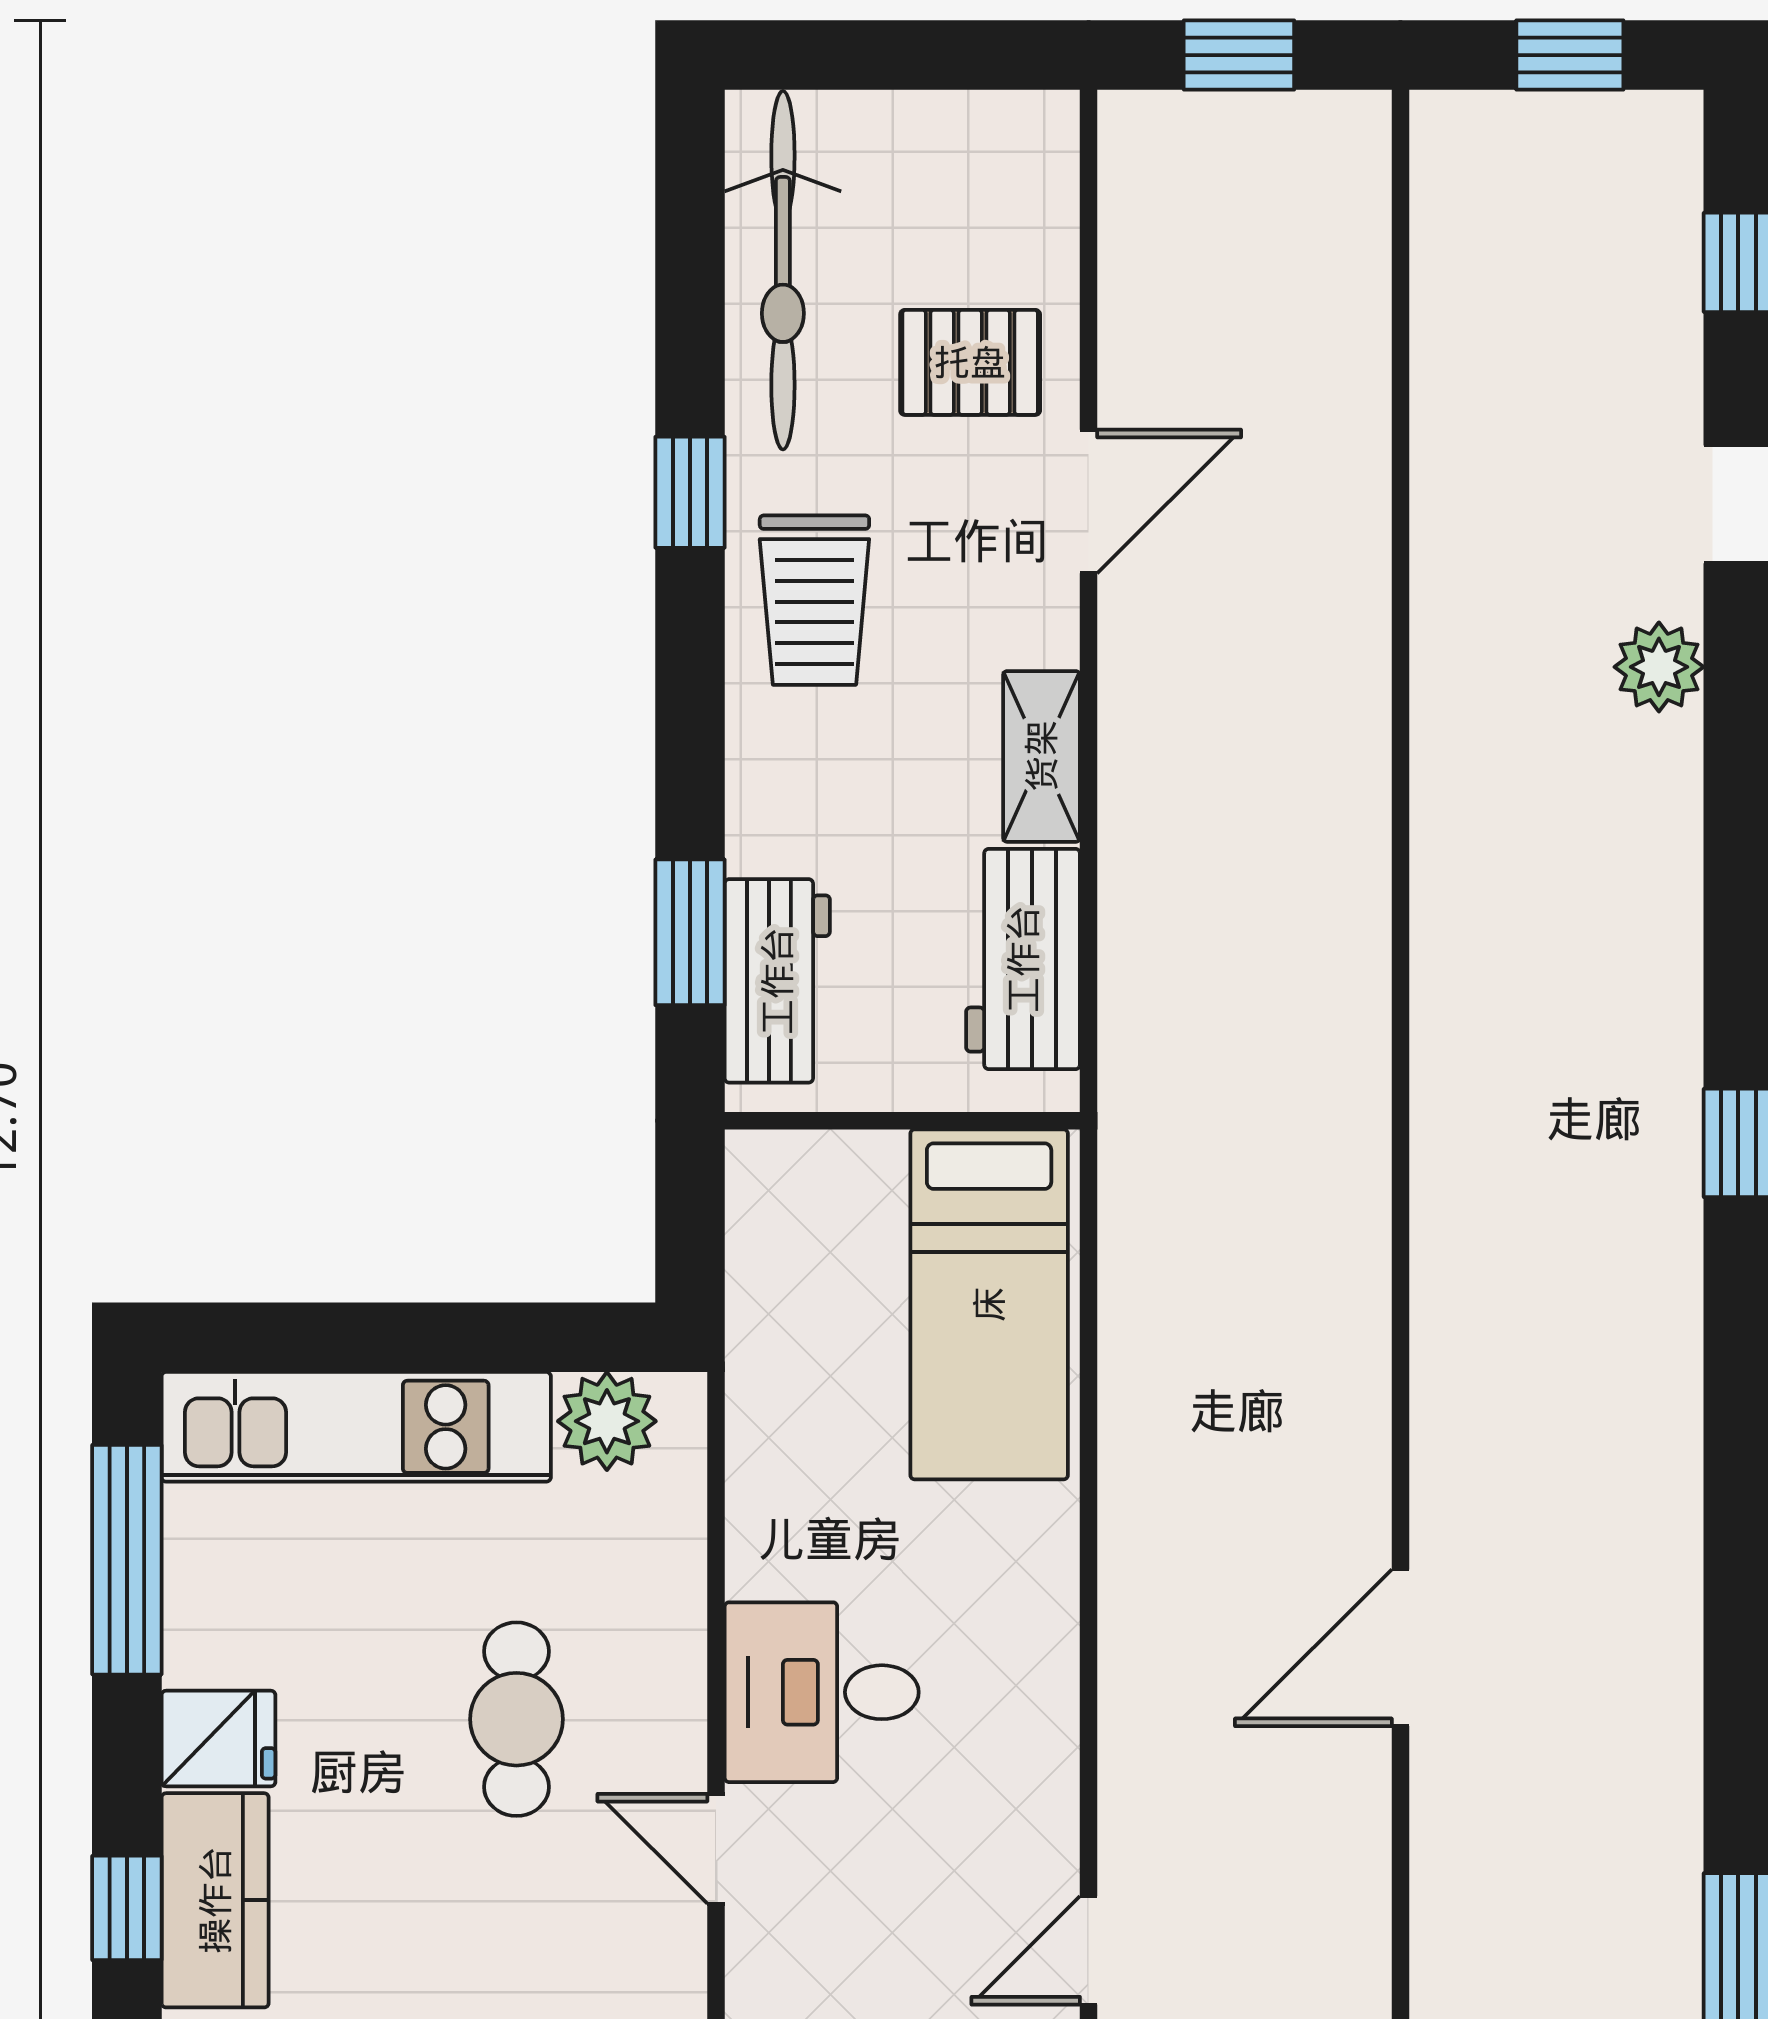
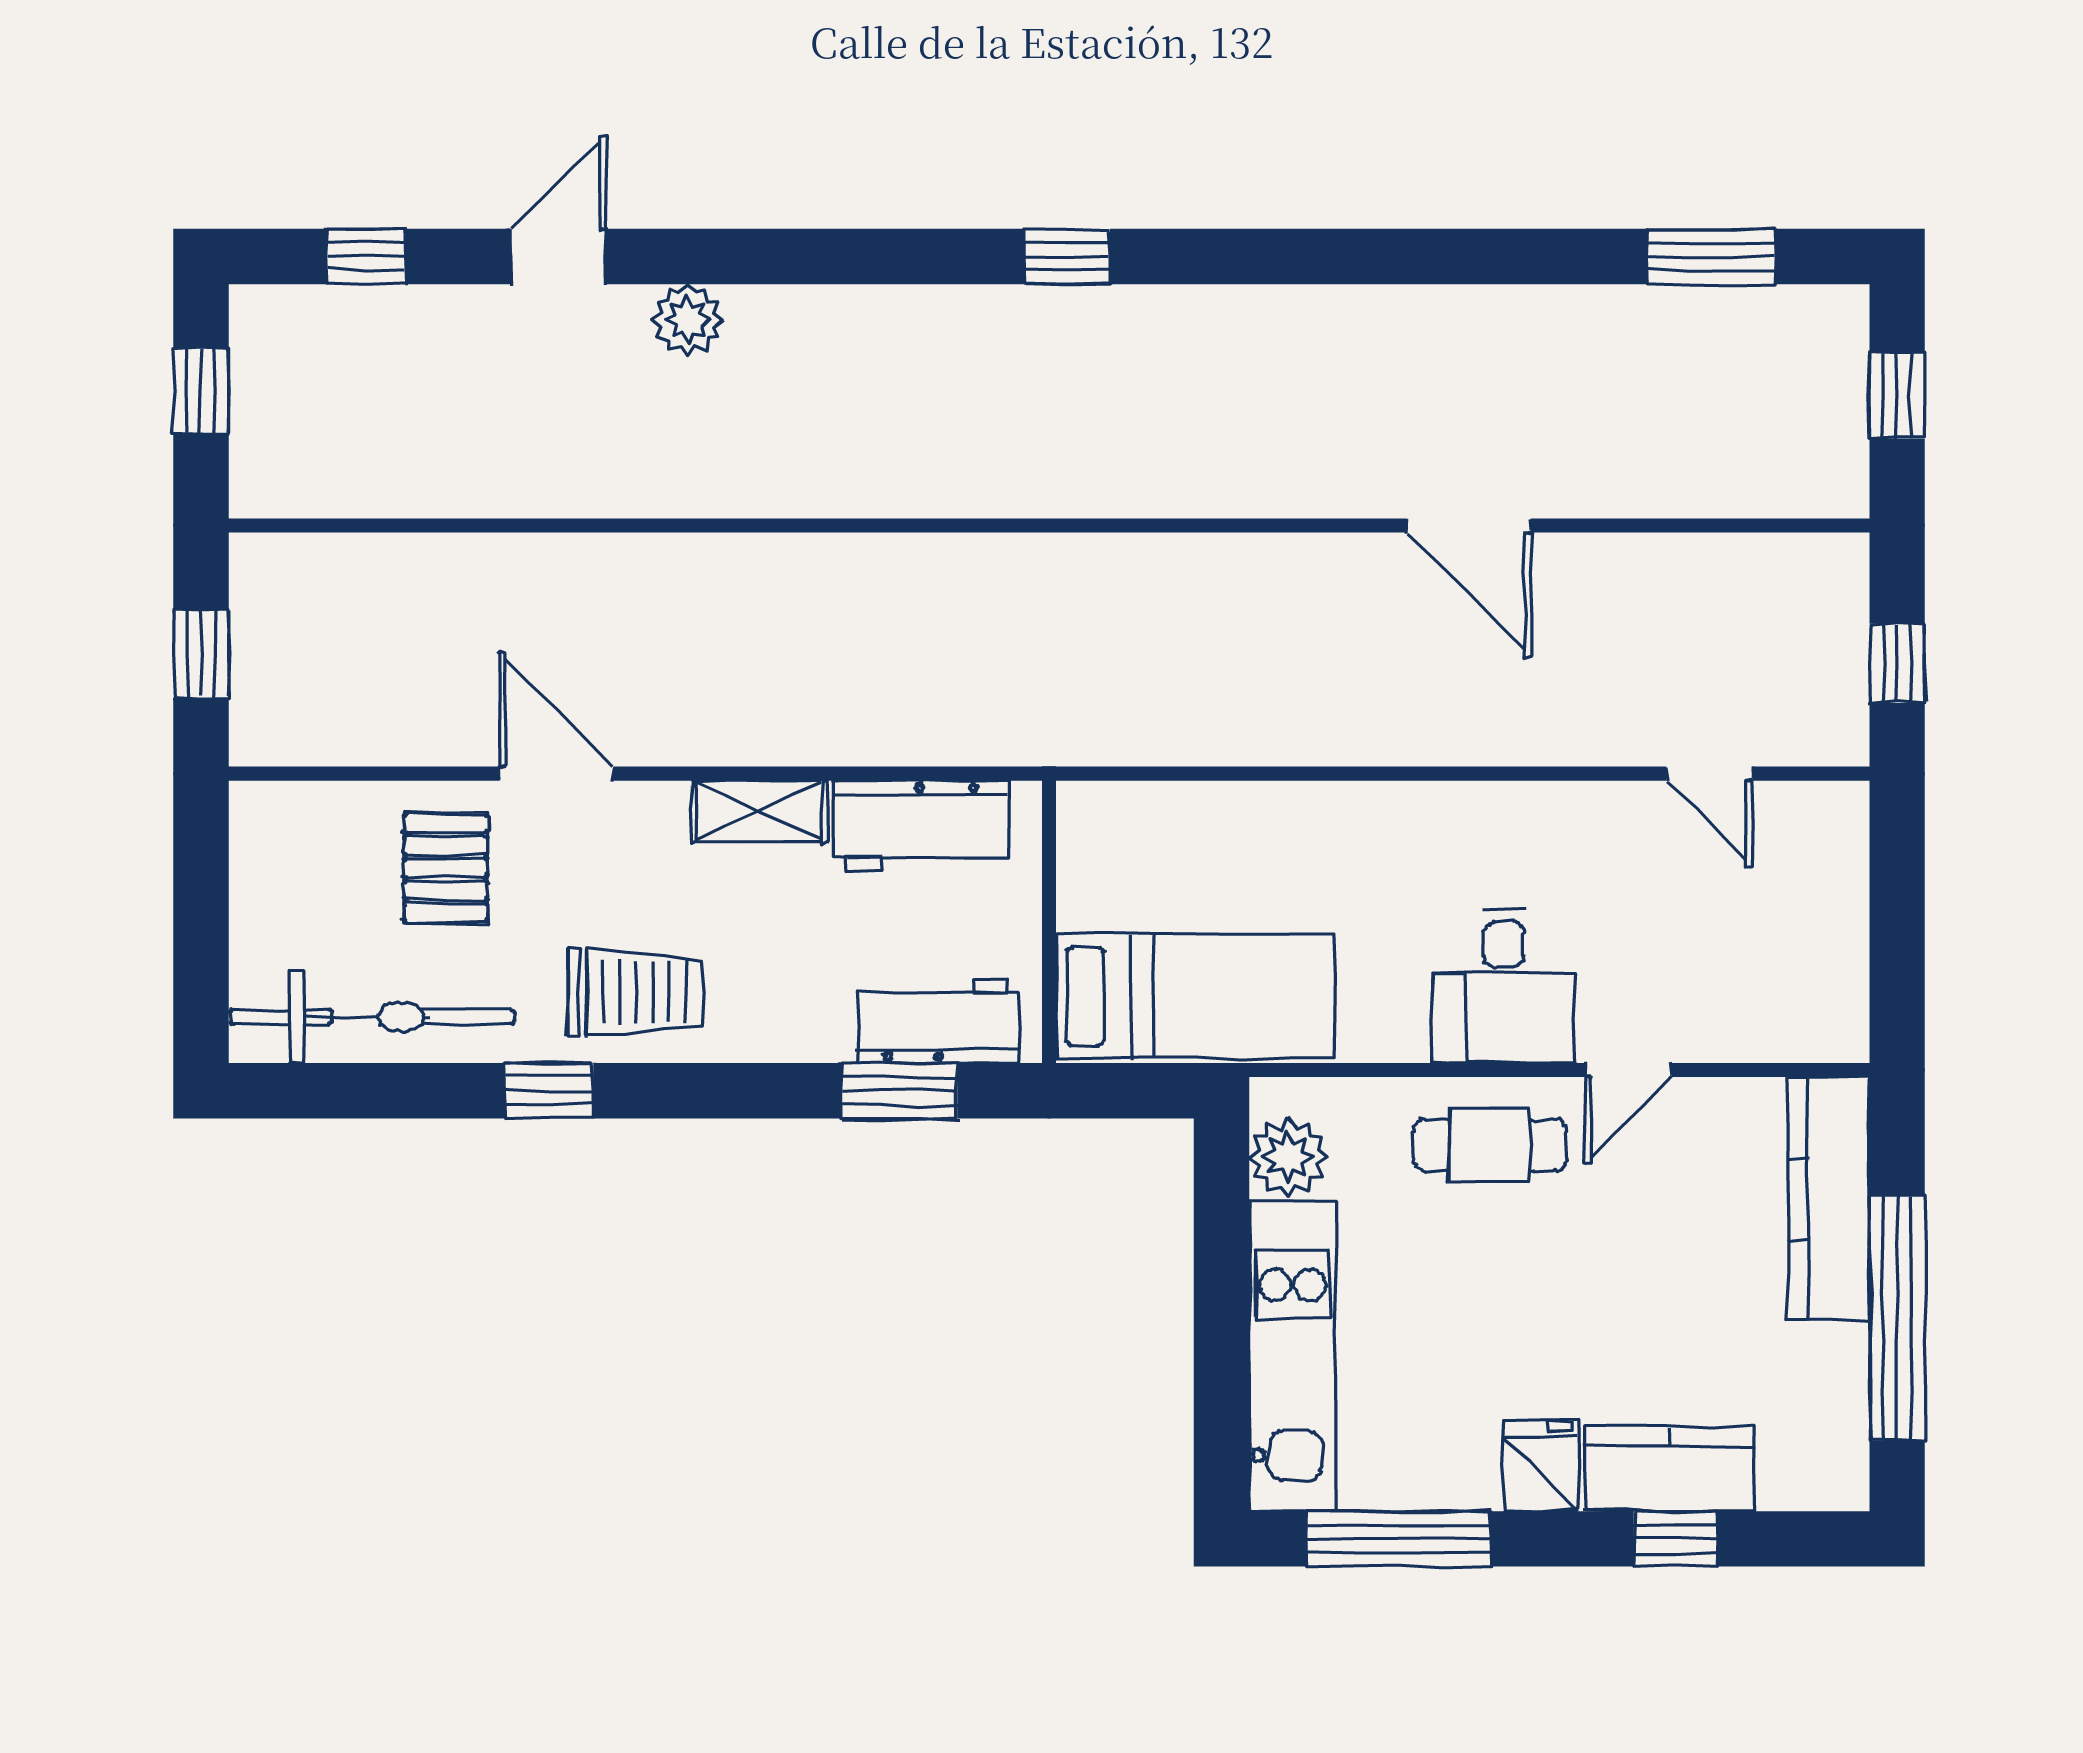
bed: (989, 1304) -> (1195, 996), moved
cafe table: (516, 1719) -> (1490, 1145), moved

